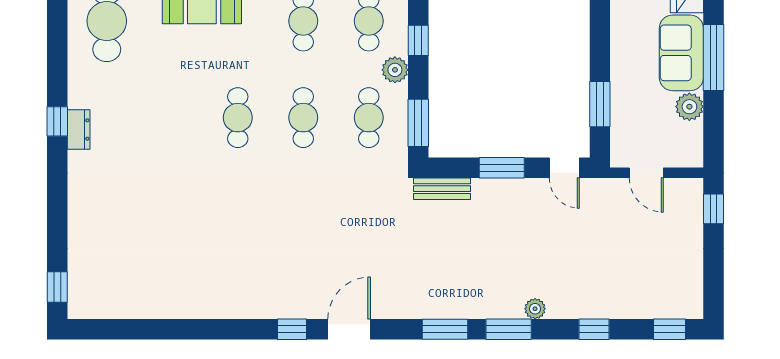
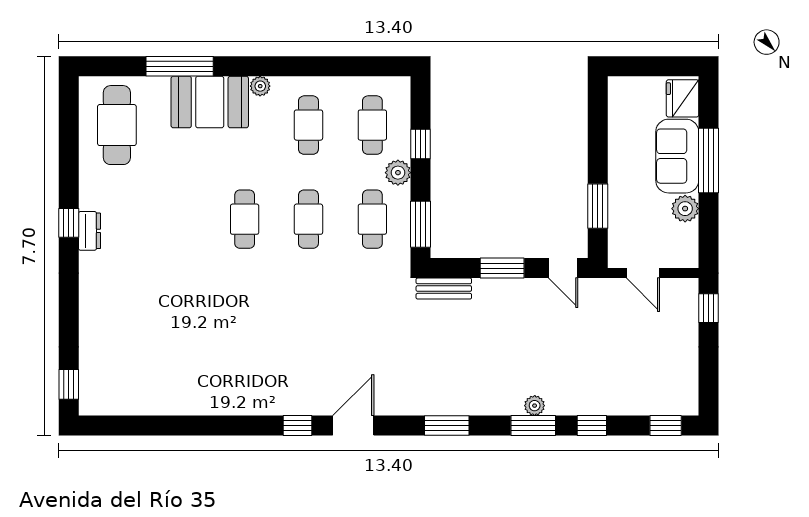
window: (509, 329) -> (533, 426), moved

